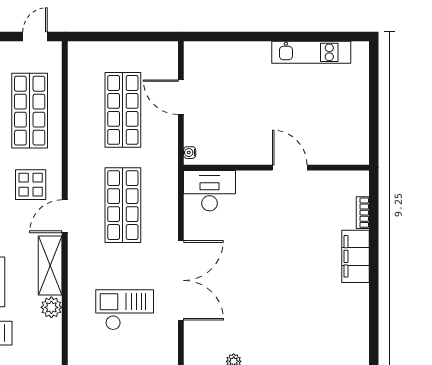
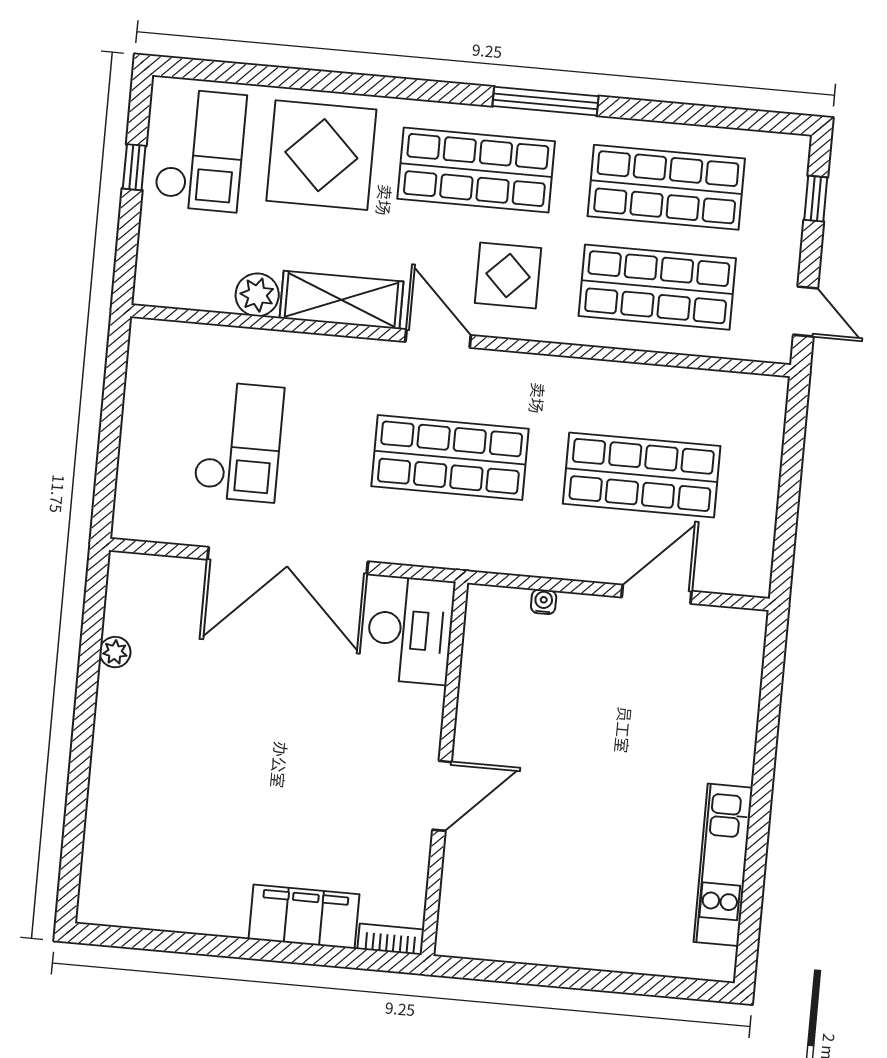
wall: (276, 168) -> (444, 769), moved
door: (290, 168) -> (442, 796), moved
desk: (210, 191) -> (410, 630), moved

